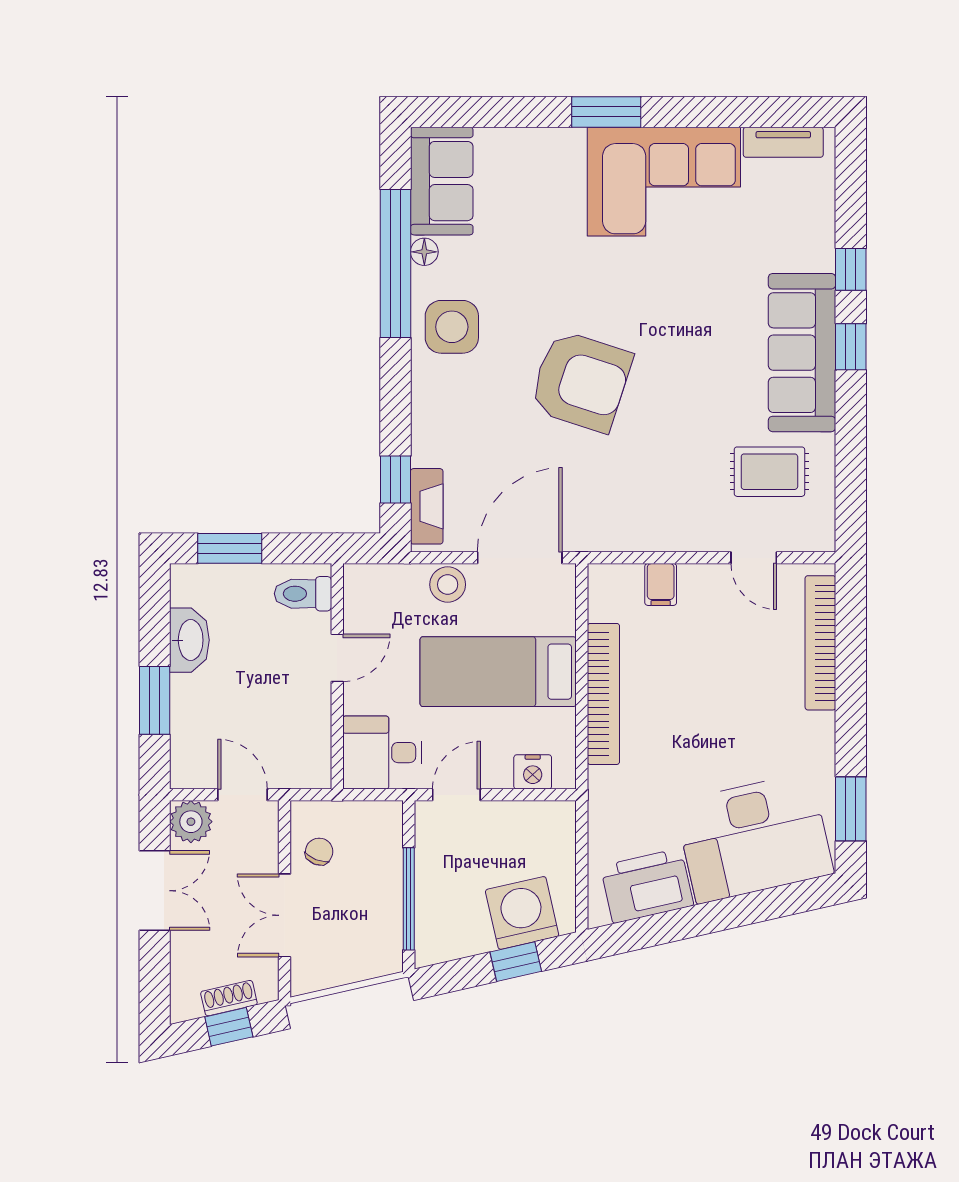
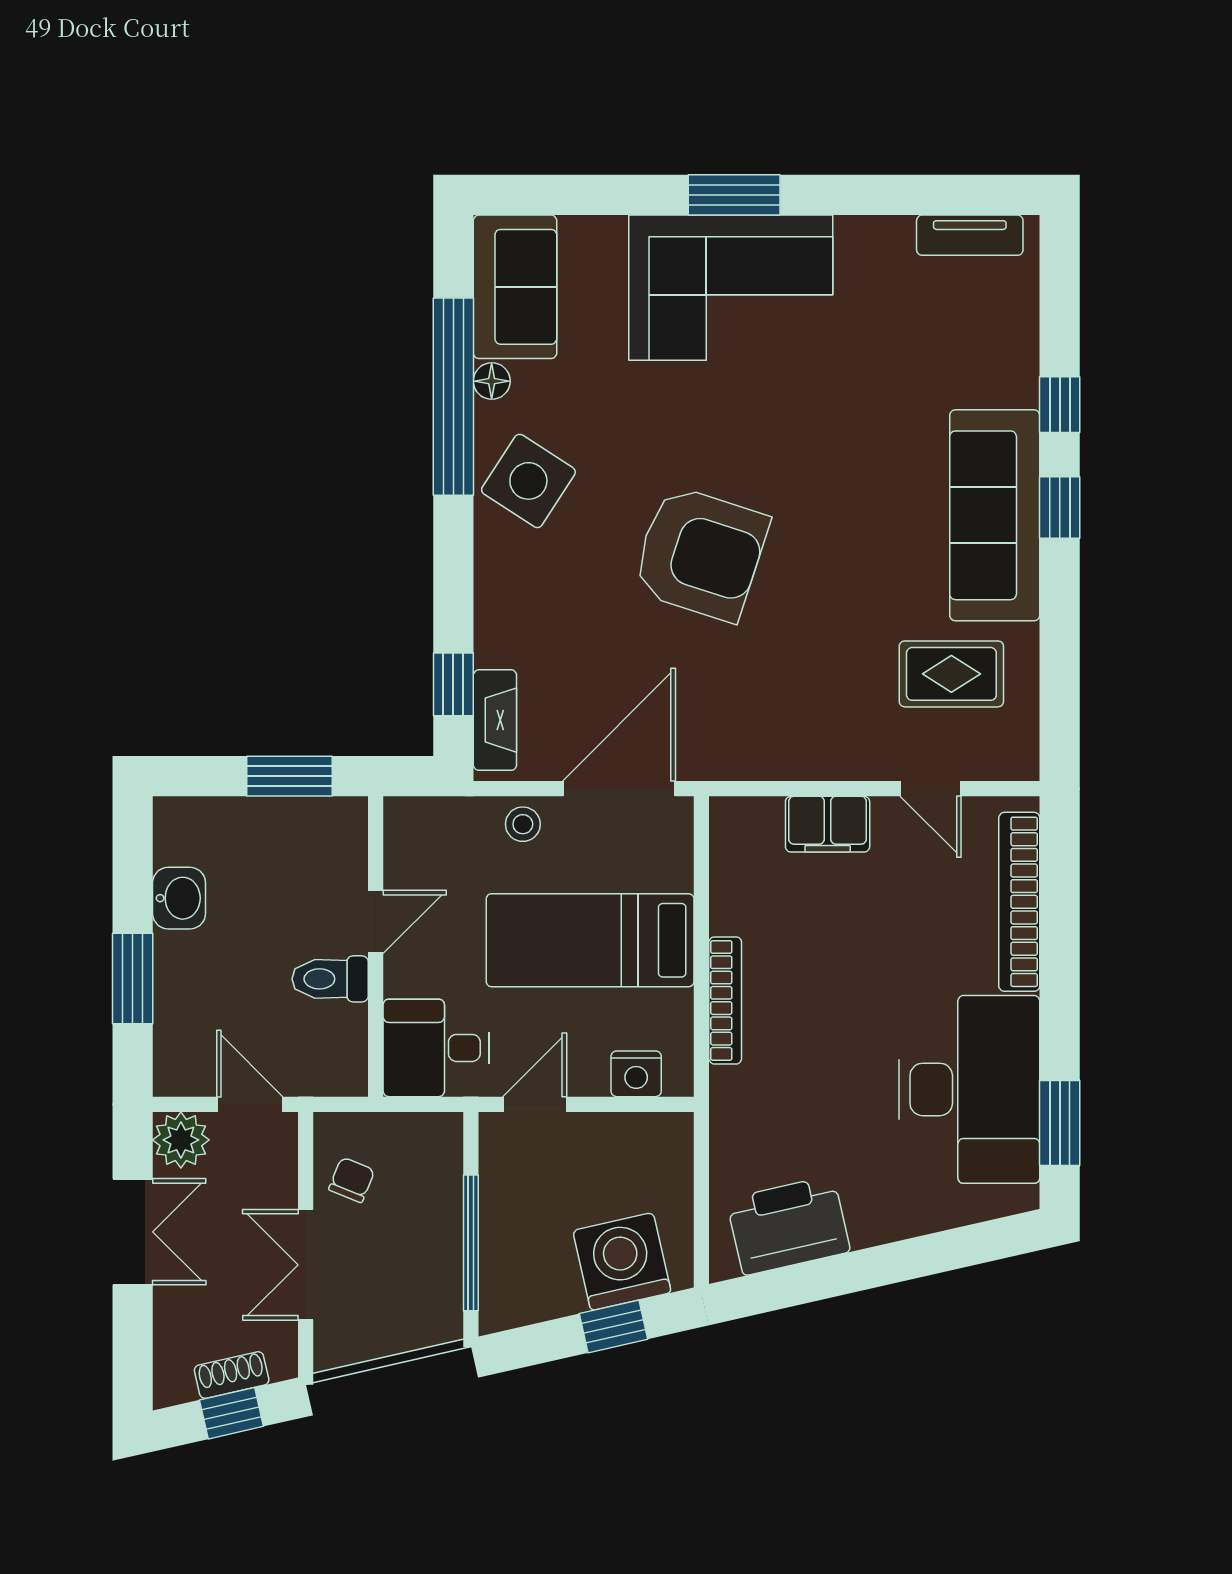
corner sofa: (664, 182) -> (731, 288), moved
side table: (452, 327) -> (528, 481), turned 33
window: (230, 548) -> (290, 776), moved
filing cabinet: (661, 584) -> (828, 824), width x2.00
stool: (448, 585) -> (523, 824), width x0.73, depth x0.73
toilet: (303, 594) -> (330, 979), moved
washbasin: (189, 640) -> (179, 898), width x0.72
bookcase: (603, 694) -> (725, 1000), width x0.68, depth x0.76
desk: (754, 838) -> (969, 1089), moved, turned -77

